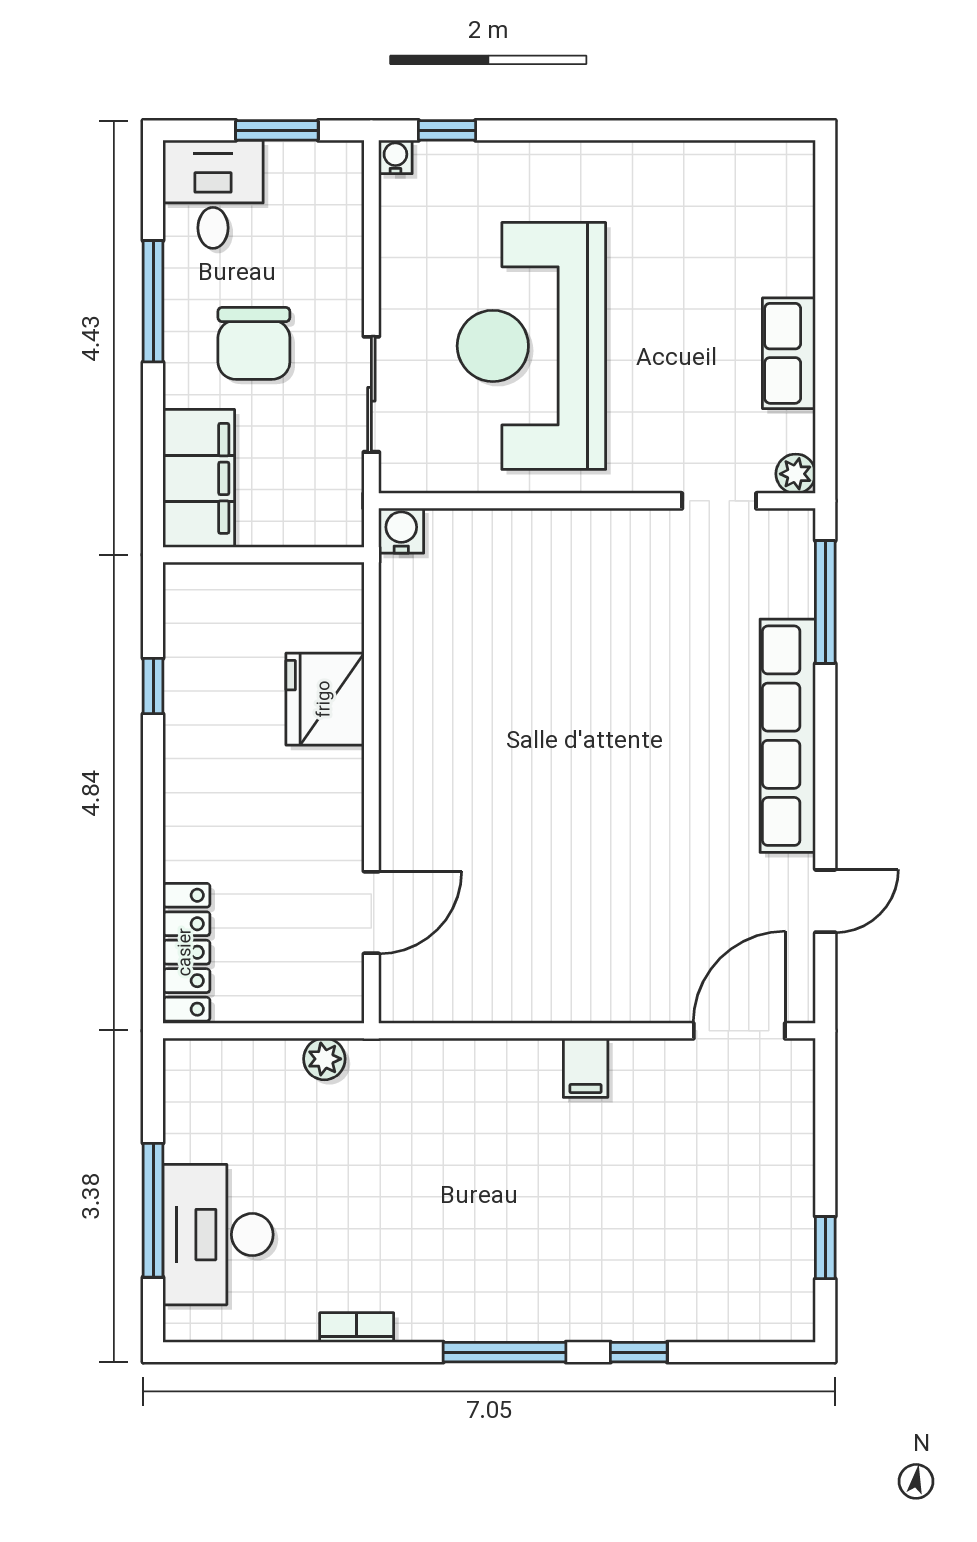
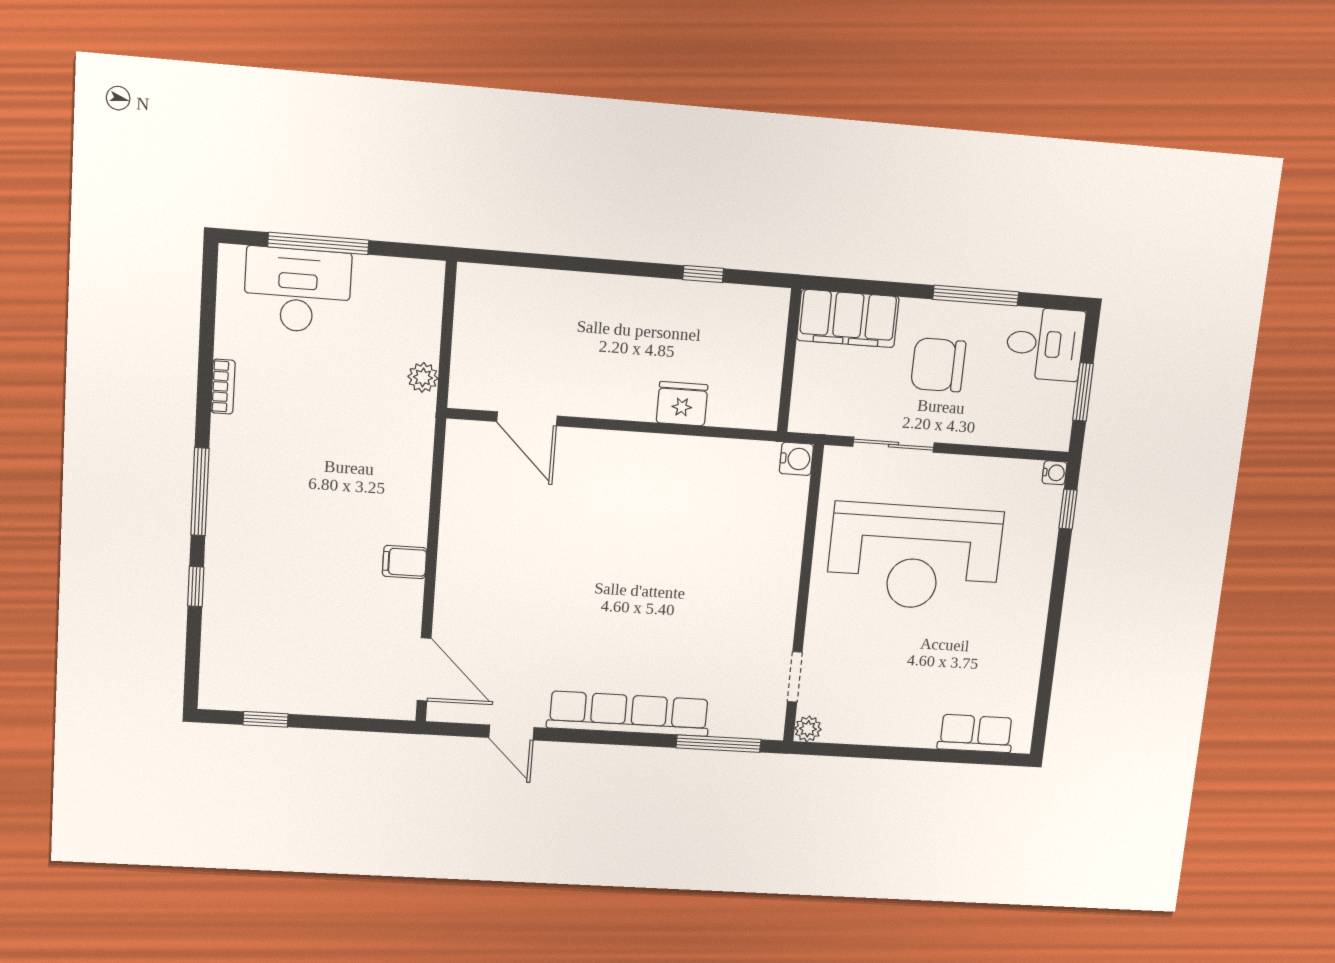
reception desk: (531, 346) -> (914, 557), turned 180
row of seats: (789, 353) -> (976, 734), moved
fridge: (325, 699) -> (682, 404), width x0.73, depth x0.75
locker: (186, 952) -> (508, 283), removed

